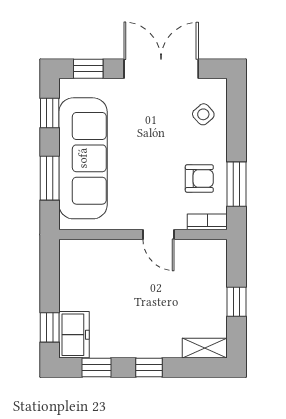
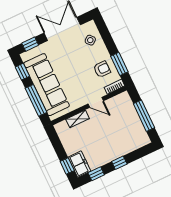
window: (50, 178) -> (36, 100), width x1.44
window: (236, 302) -> (144, 116), width x2.17
shelving: (205, 348) -> (78, 119), moved

